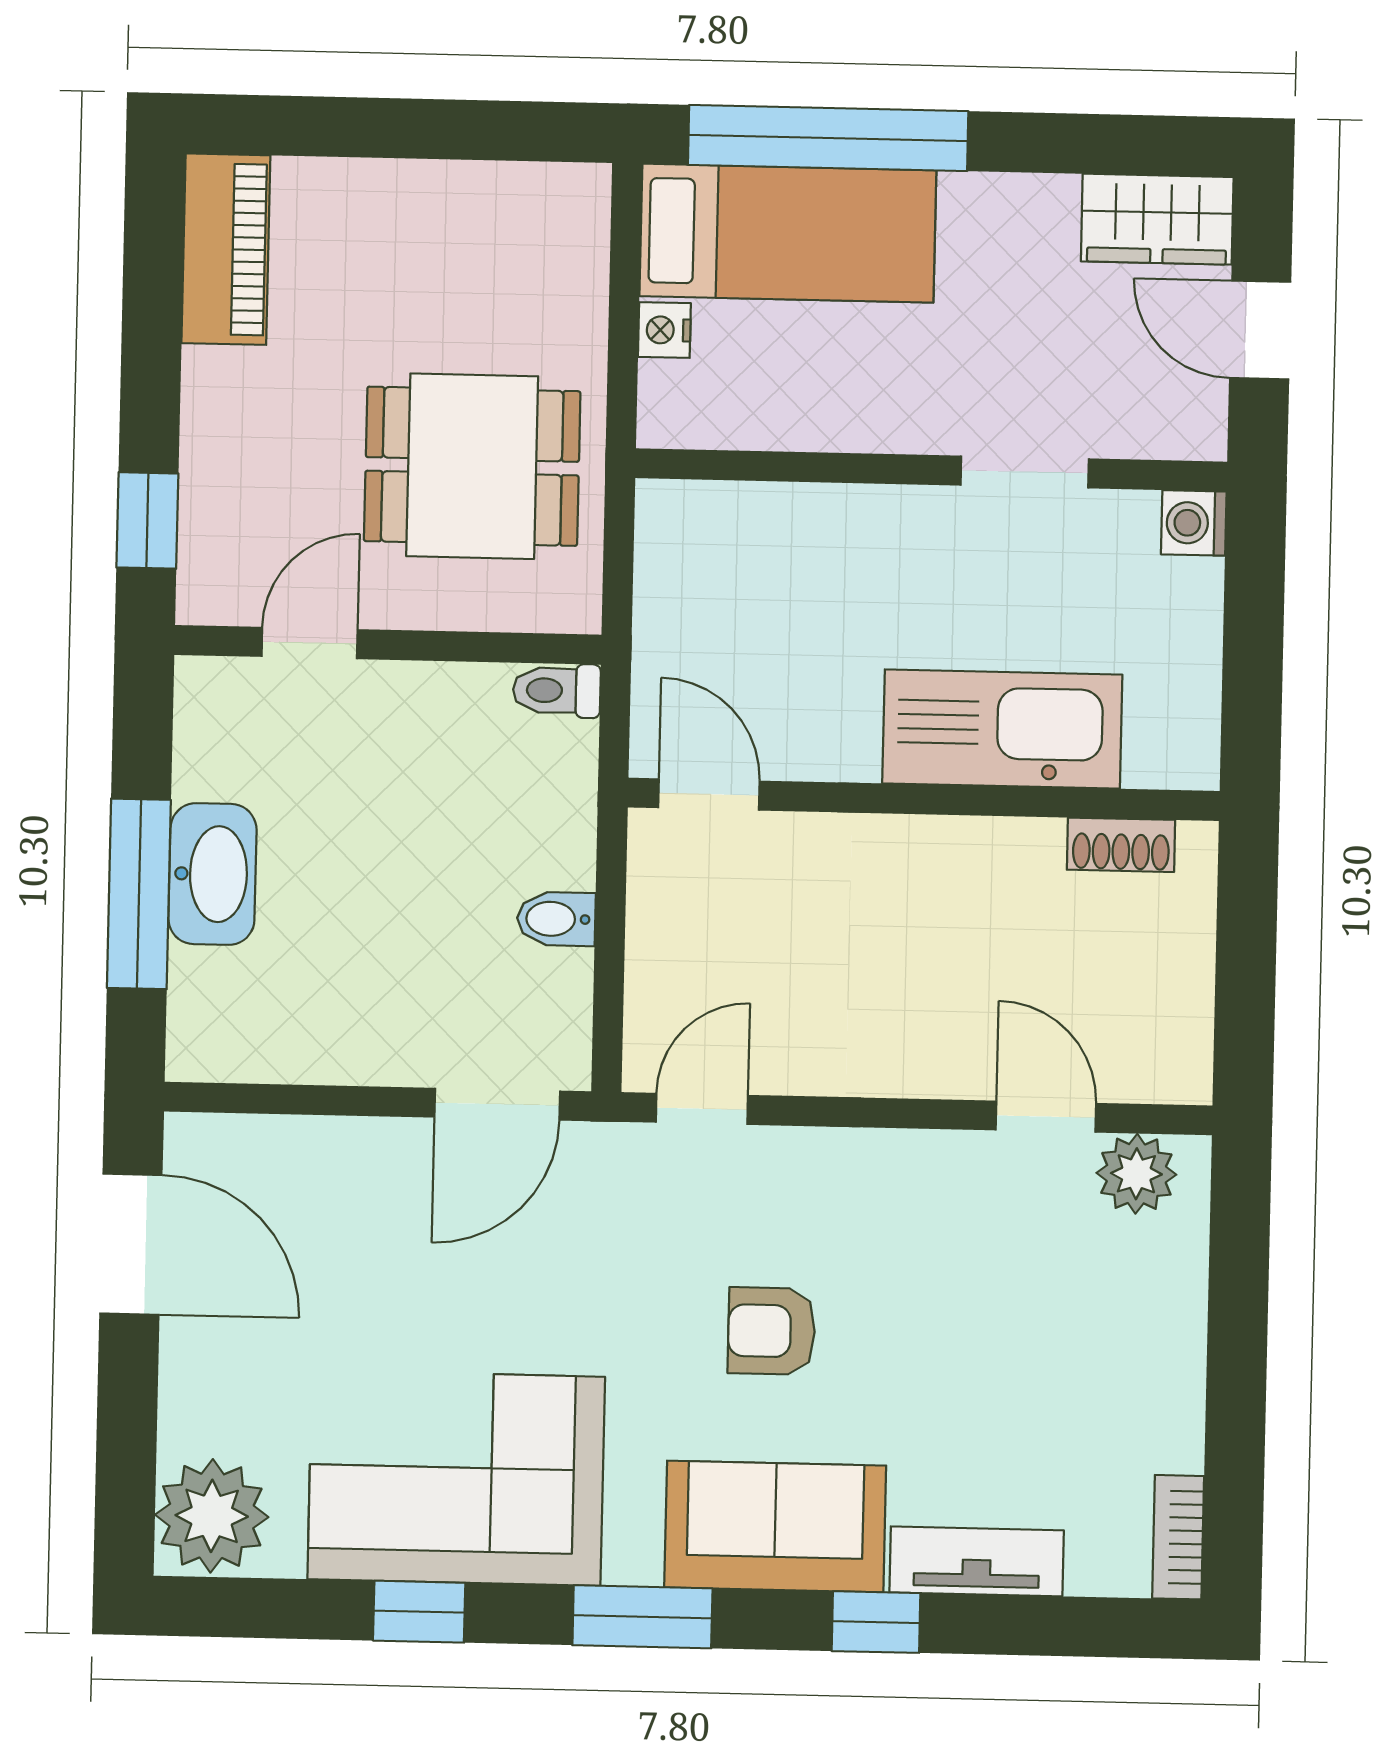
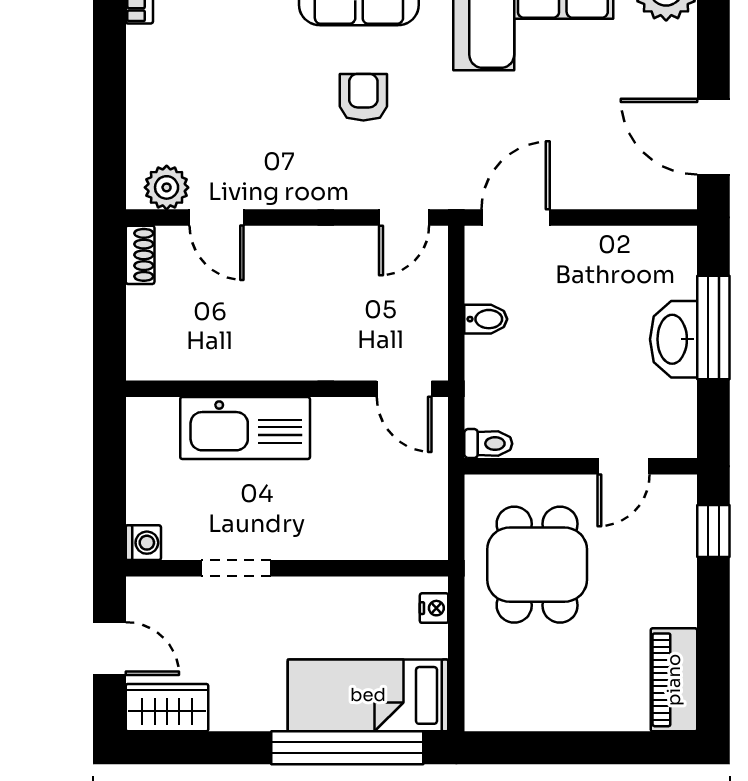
nightstand: (664, 330) -> (434, 608), moved
dining table: (472, 466) -> (537, 565), turned 90
shoe rack: (1121, 845) -> (140, 255), moved, turned 90
armchair: (772, 1331) -> (363, 97), turned -90

